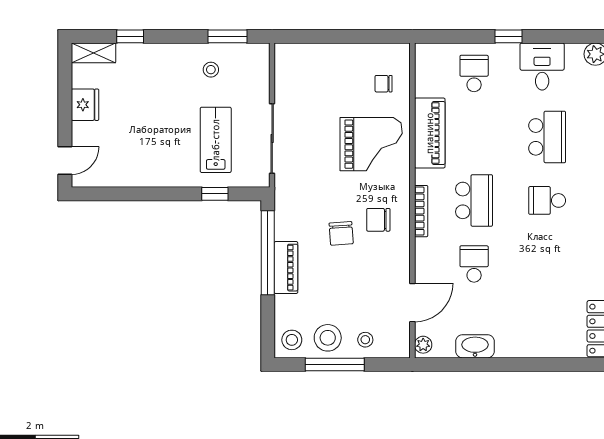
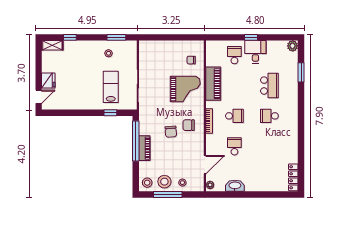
desk: (542, 66) -> (255, 52), moved
fridge: (85, 105) -> (48, 81), moved
school desk: (474, 200) -> (234, 116), width x0.54

